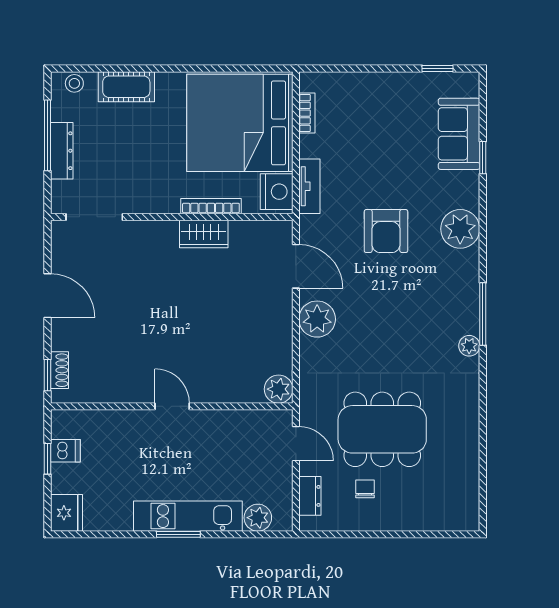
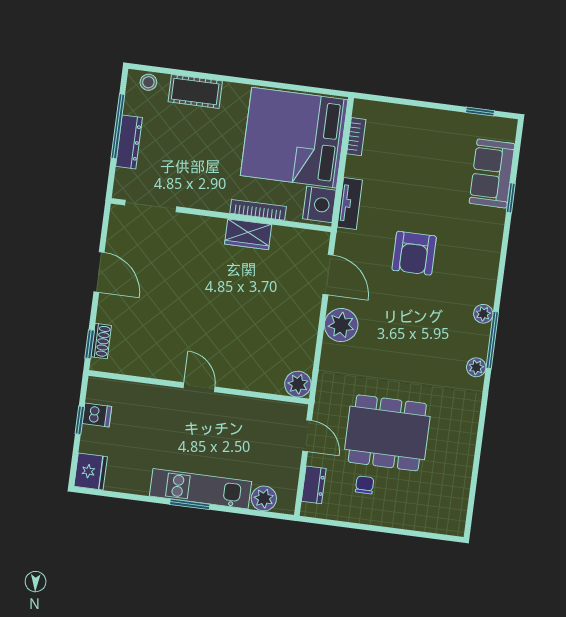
plant: (460, 229) -> (483, 314), moved, width x0.53, depth x0.53

